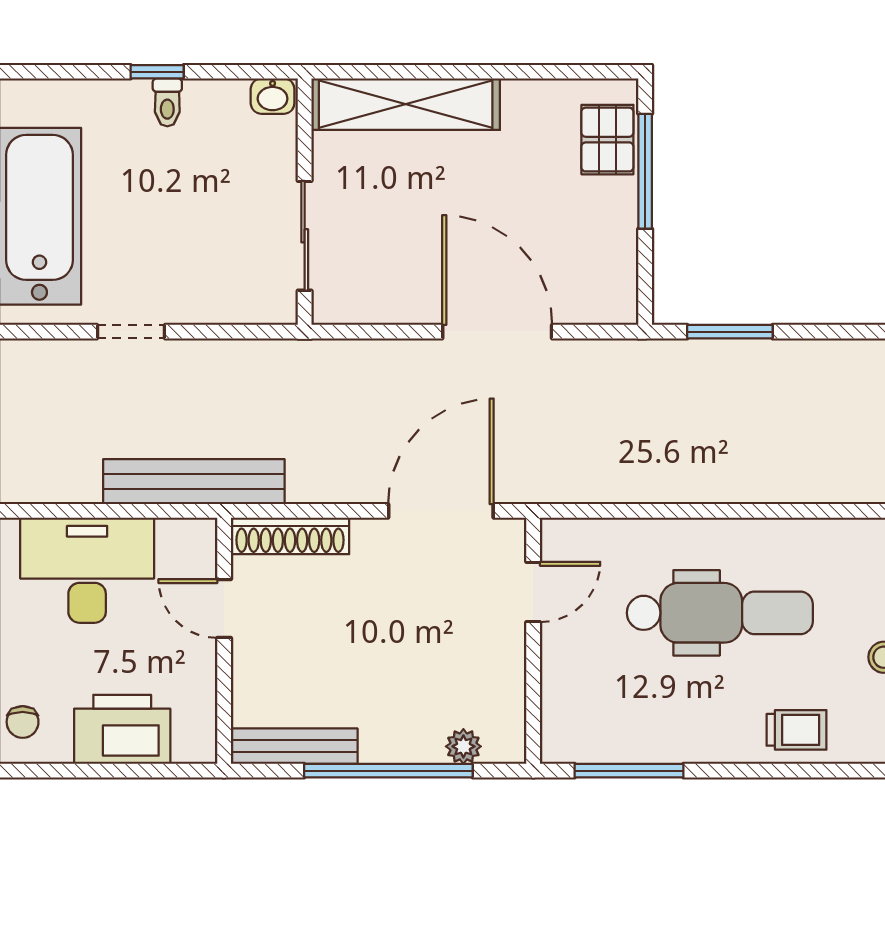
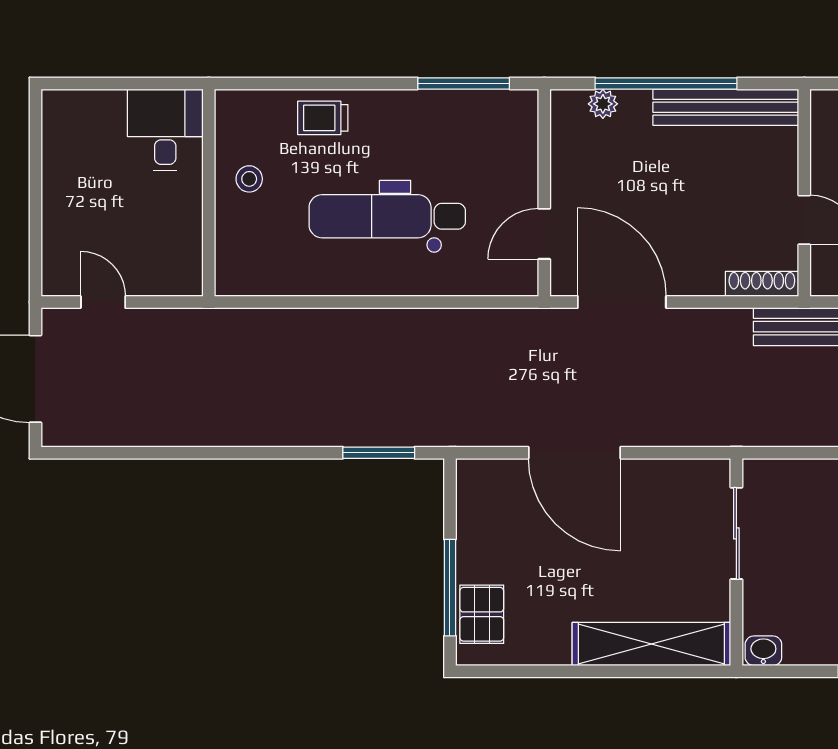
door: (441, 511) -> (622, 302), swing flipped
shoe rack: (290, 536) -> (762, 284), width x0.74, depth x0.81
bench: (294, 746) -> (726, 107), width x1.37, depth x1.21

